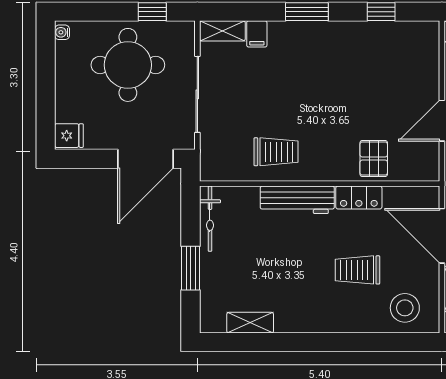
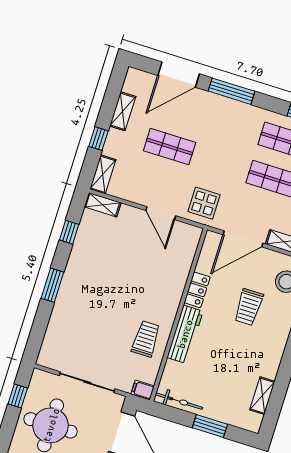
shelving: (222, 31) -> (103, 205), moved, turned 90
filing cabinet: (257, 34) -> (143, 390), moved, turned 180
pallet: (374, 159) -> (173, 270), removed

